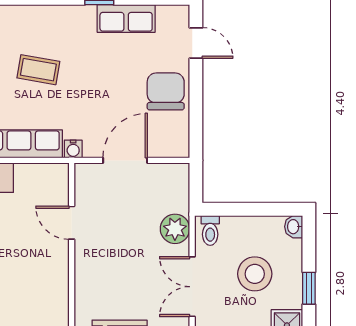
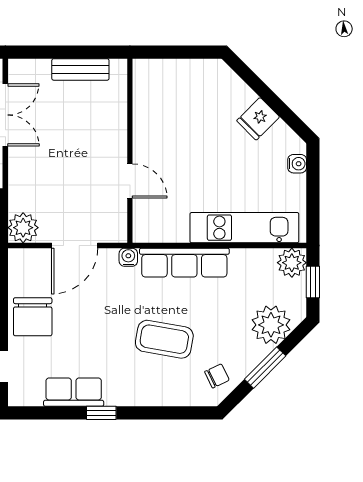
coffee table: (38, 70) -> (164, 339), width x1.36, depth x1.30
plant: (175, 229) -> (23, 228), moved

